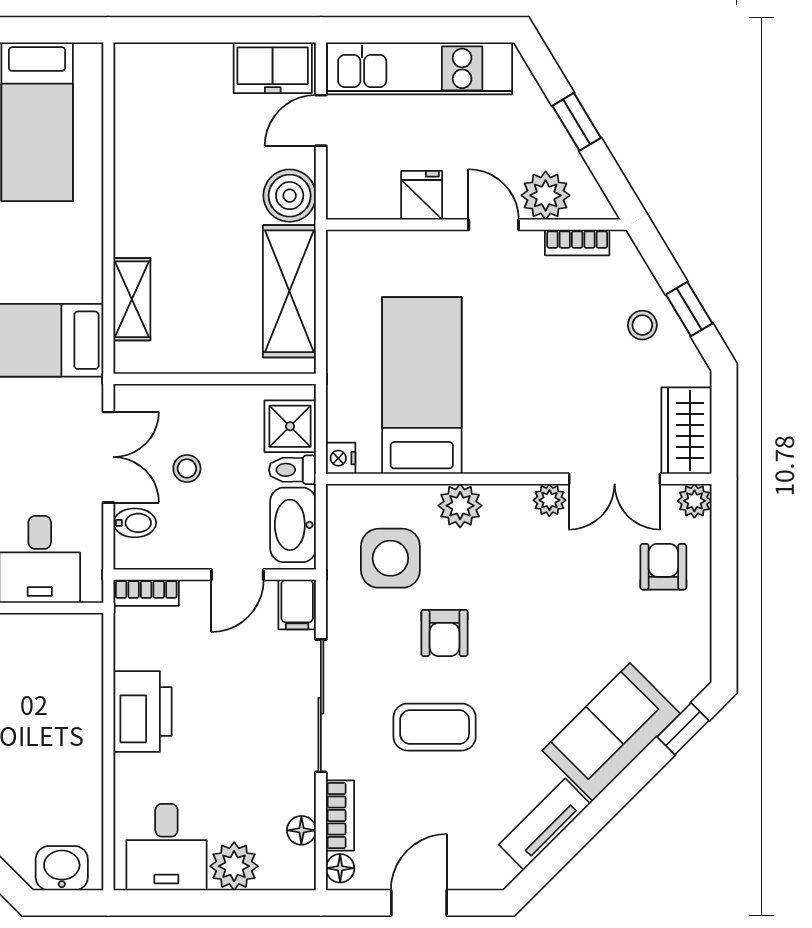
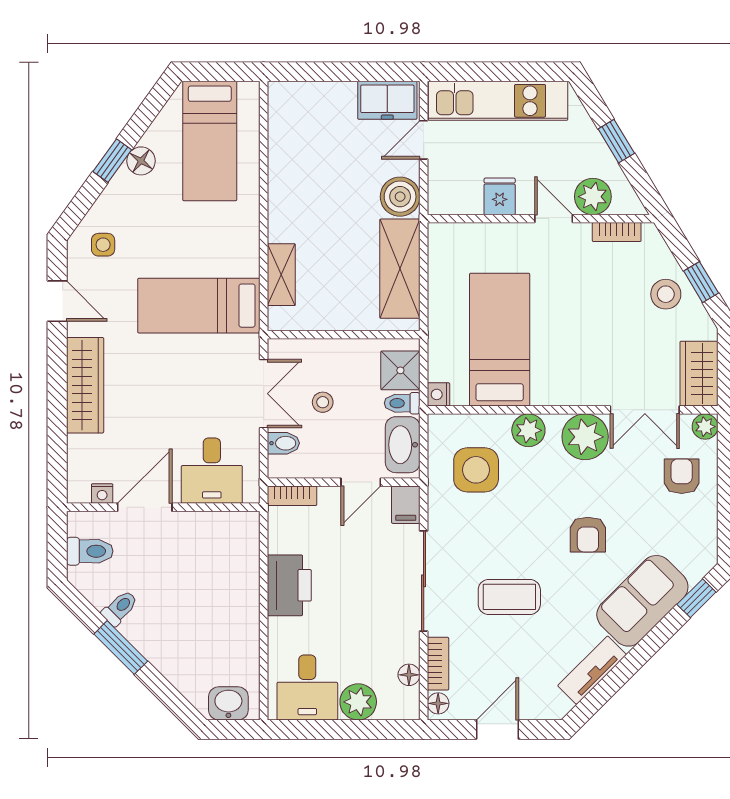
stool: (642, 325) -> (666, 294), width x1.37, depth x1.37
plant: (549, 500) -> (585, 437), width x1.88, depth x1.88
armchair: (444, 633) -> (588, 535), moved

